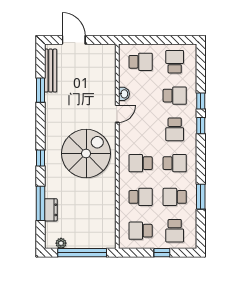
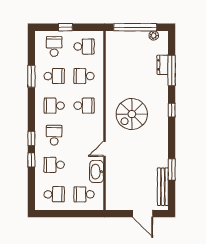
school desk: (175, 62) -> (54, 194), turned -90
washbasin: (124, 94) -> (96, 172), width x1.91, depth x1.45
spiral stairs: (86, 153) -> (132, 114), width x0.73, depth x0.73

